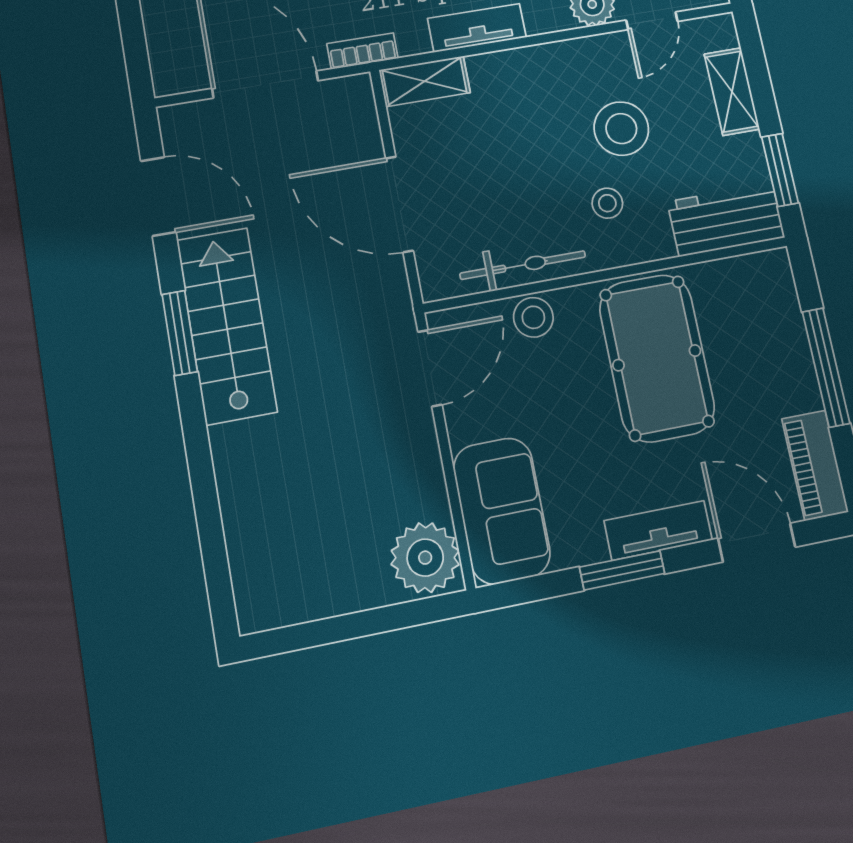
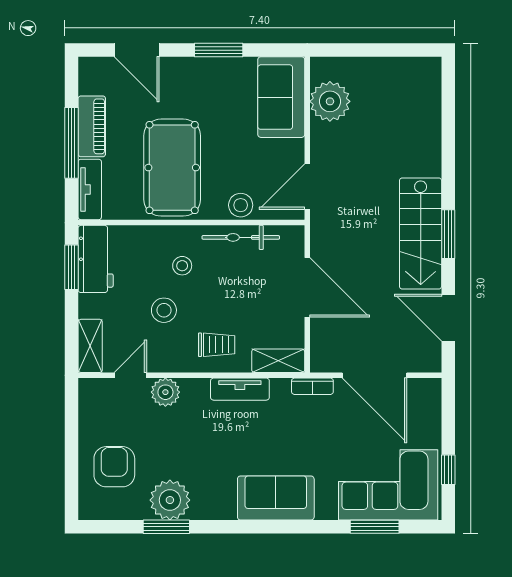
trolley: (527, 89) -> (217, 345), added
shelving: (732, 92) -> (90, 346), moved
stool: (621, 129) -> (164, 310), width x0.73, depth x0.73
workbench: (726, 220) -> (96, 259), moved, turned -90
piano: (815, 465) -> (92, 126), moved
tv unit: (658, 530) -> (90, 189), moved, turned -90
plant: (425, 558) -> (330, 101), moved

